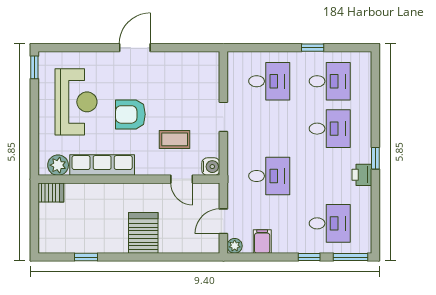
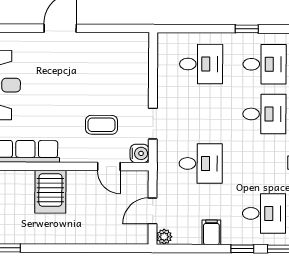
armchair: (130, 114) -> (55, 98), removed
doorway: (223, 117) -> (153, 124), moved
server rack: (143, 233) -> (50, 192), moved, turned 180
filing cabinet: (262, 241) -> (211, 232), moved

